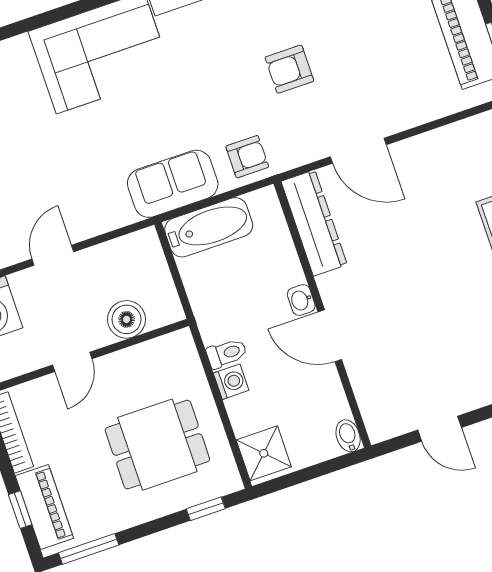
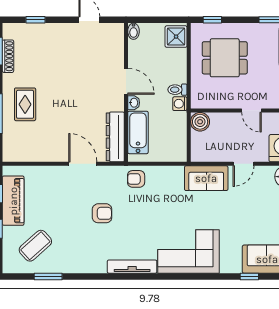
sofa: (173, 184) -> (206, 178), moved
bathtub: (209, 227) -> (138, 132), moved, turned 90
boiler: (127, 319) -> (200, 122), moved
door: (72, 362) -> (252, 110), swing flipped
washing machine: (231, 382) -> (180, 104), moved

